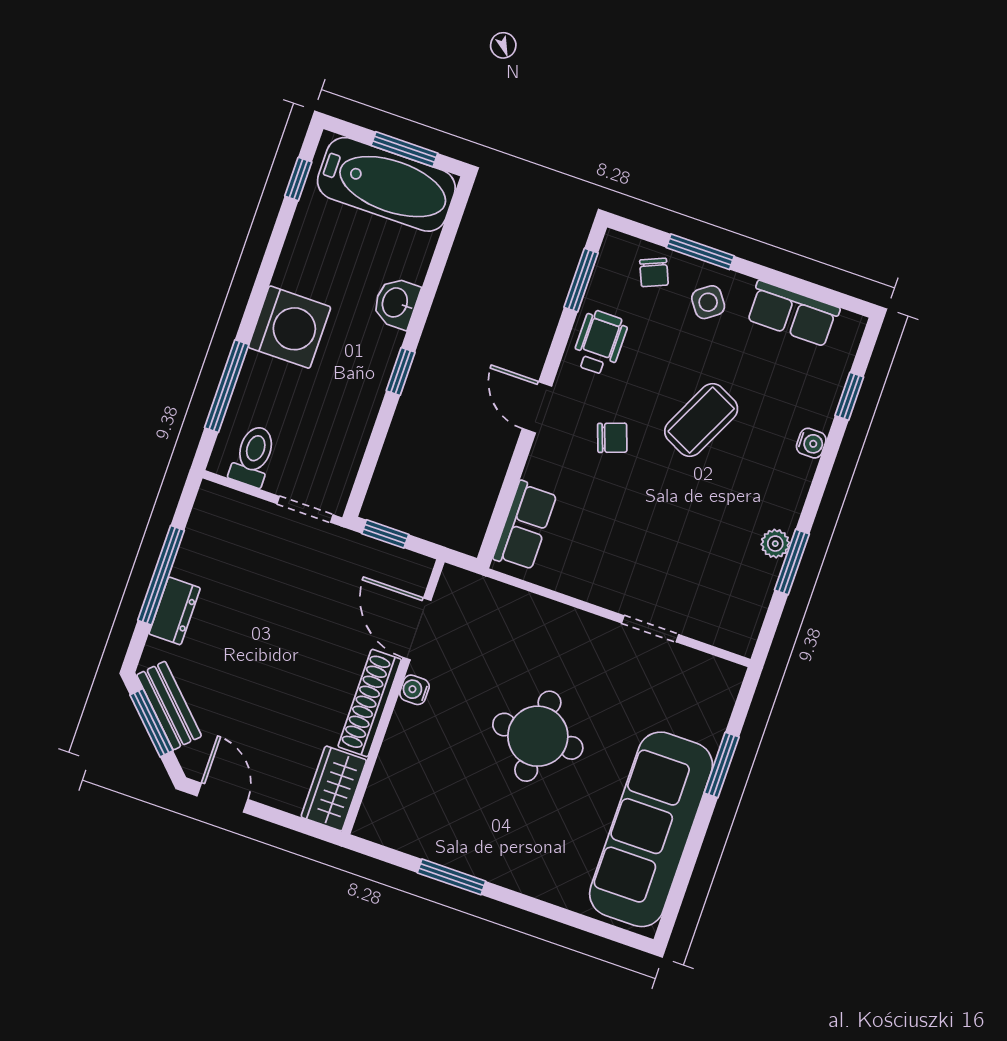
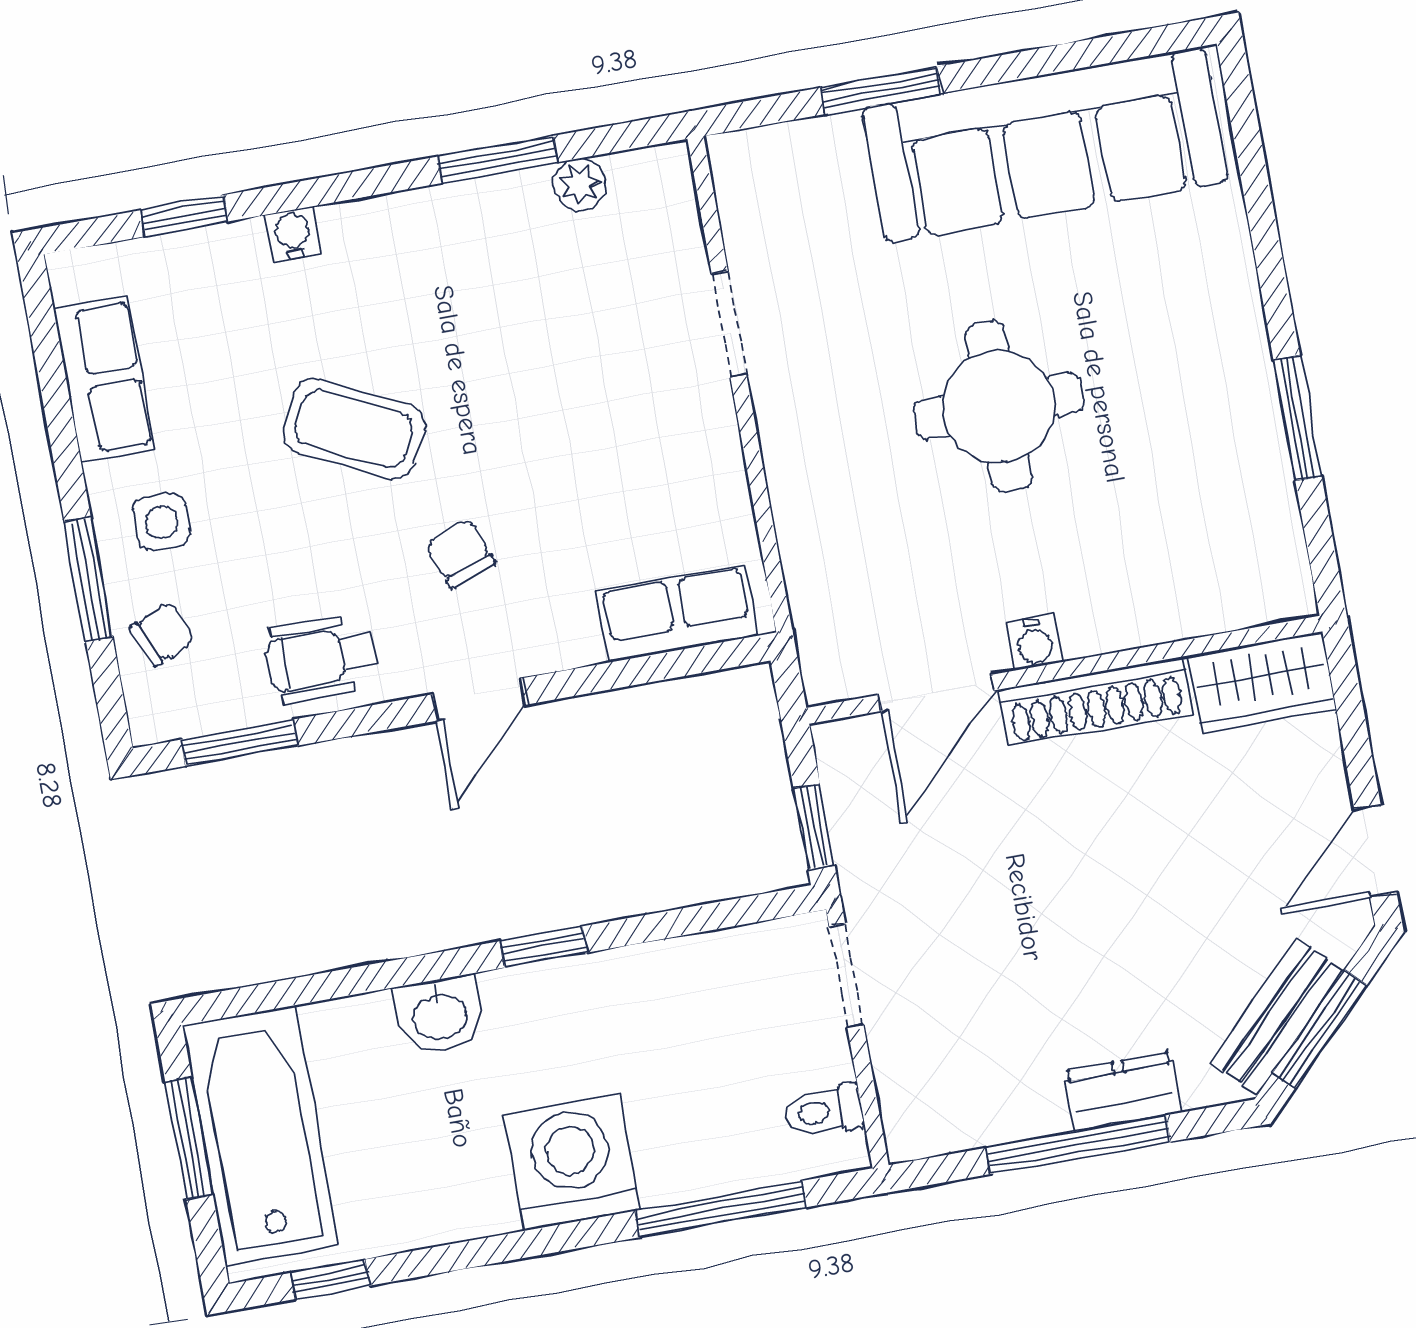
side table: (708, 302) -> (161, 522), turned 36
toilet: (253, 456) -> (824, 1111), width x0.73, depth x0.72
plant: (775, 544) -> (580, 185), moved

